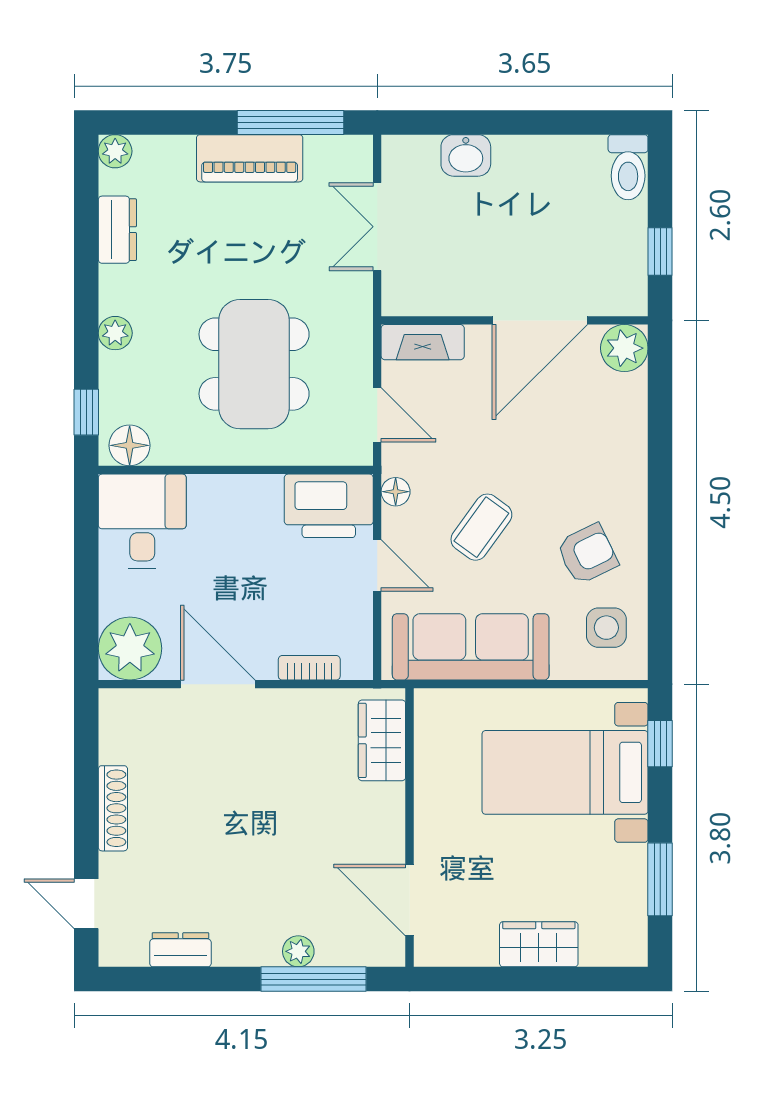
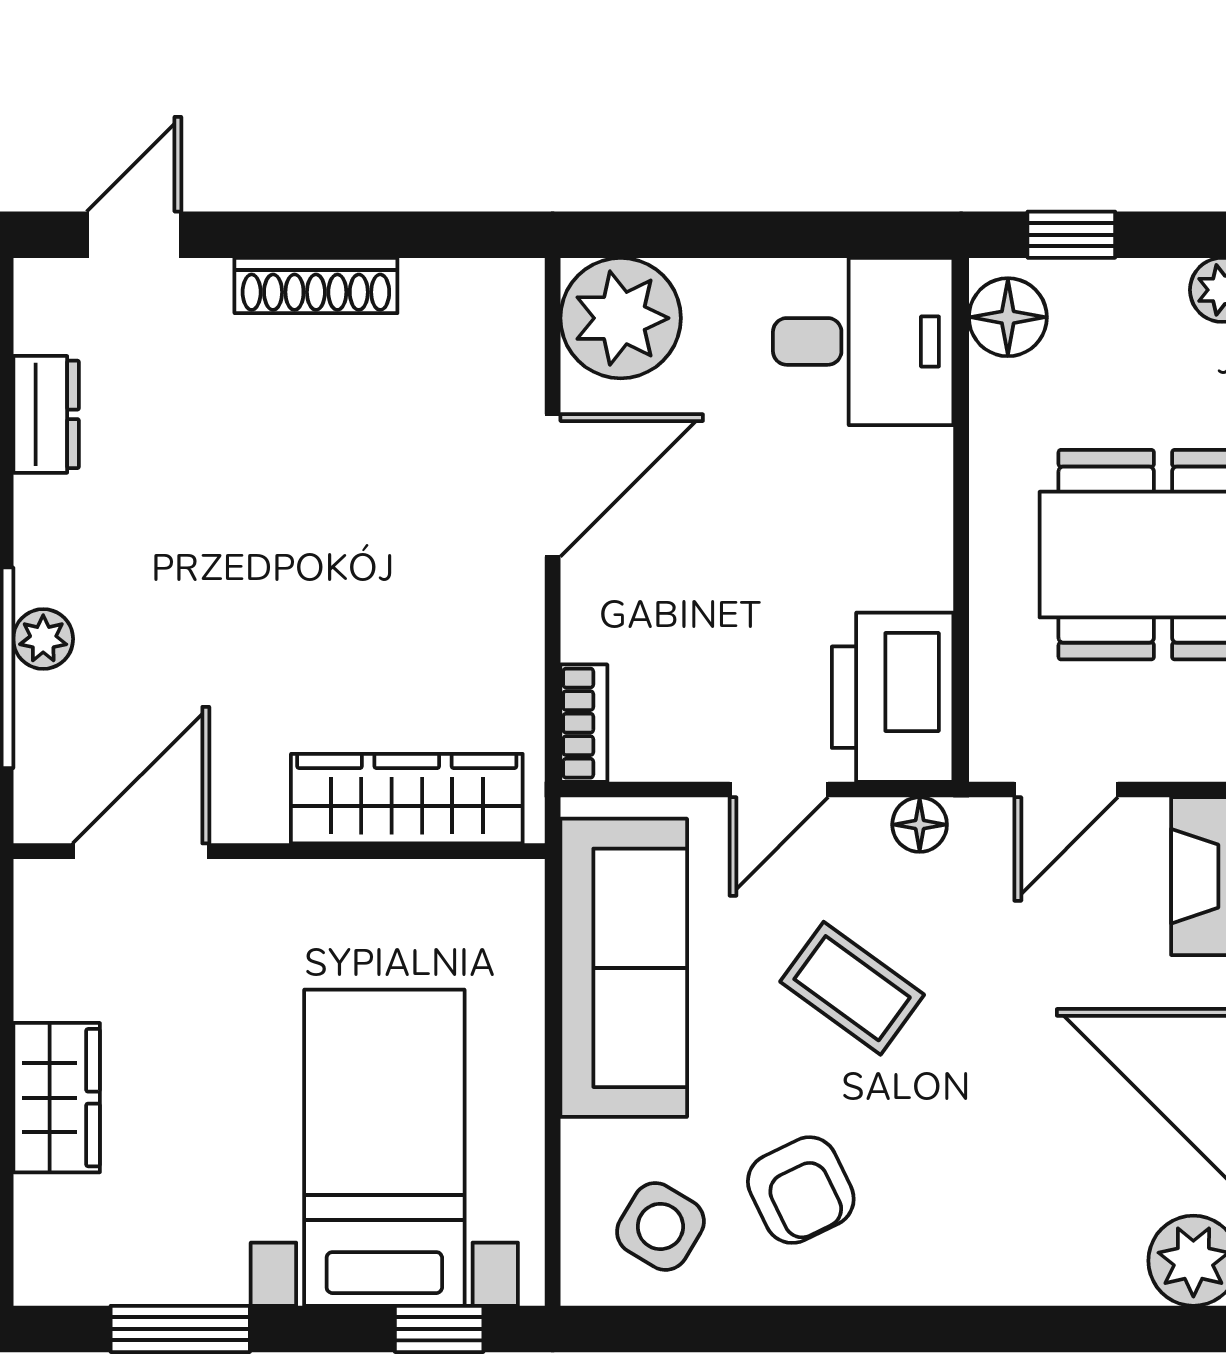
side table: (606, 628) -> (660, 1226), turned 31
bookcase: (309, 668) -> (584, 723), moved
wardrobe: (382, 740) -> (407, 799), width x1.50

